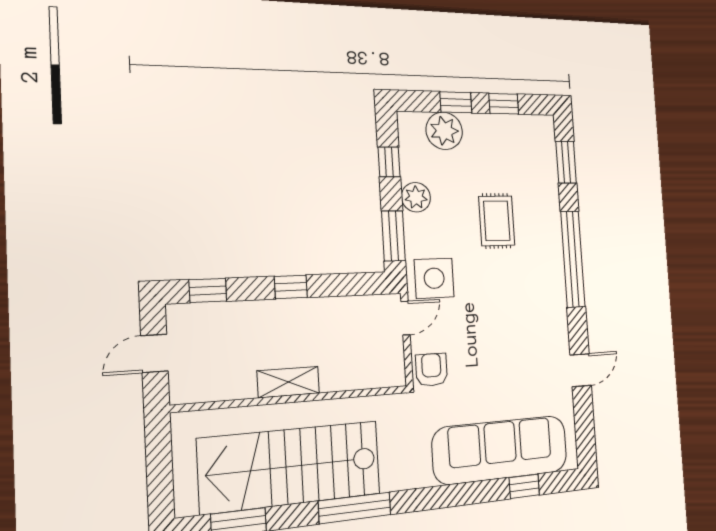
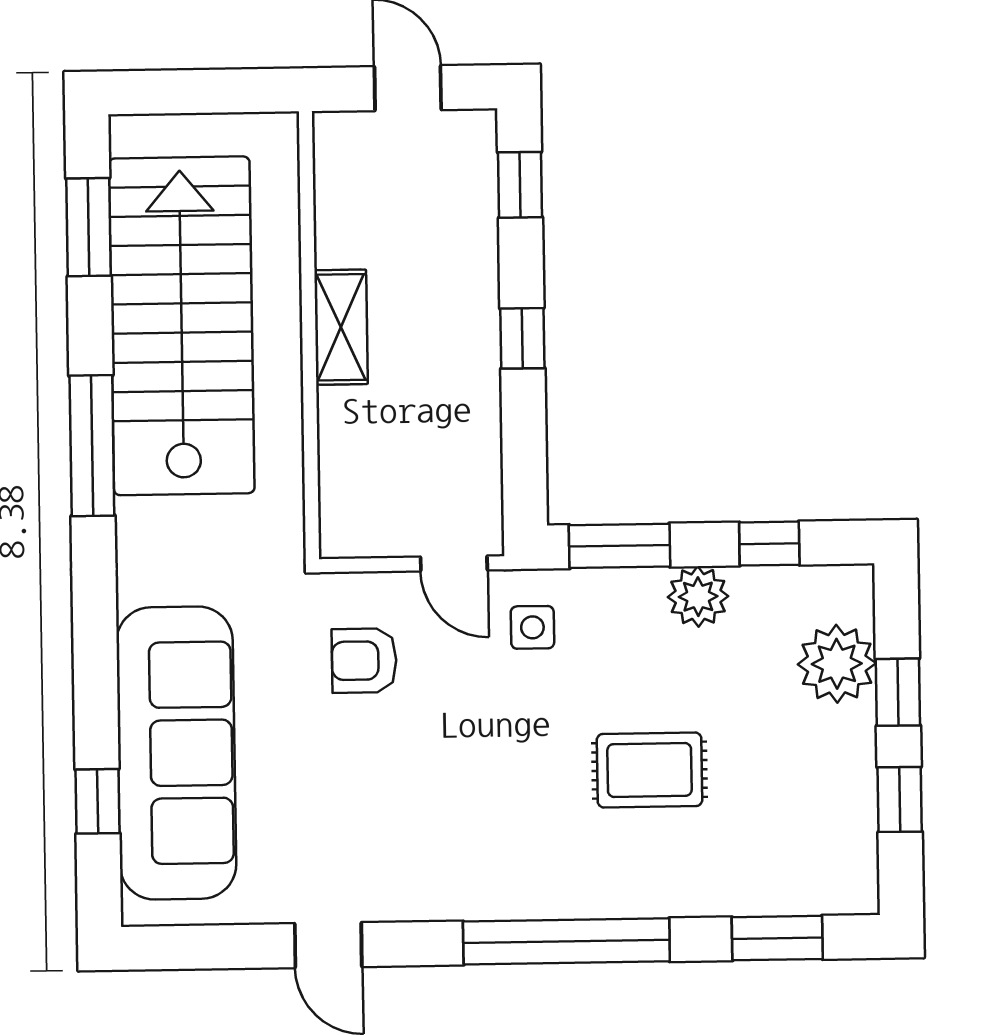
side table: (434, 278) -> (532, 627), width x0.54, depth x0.54
armchair: (432, 370) -> (364, 661), moved, turned 180

